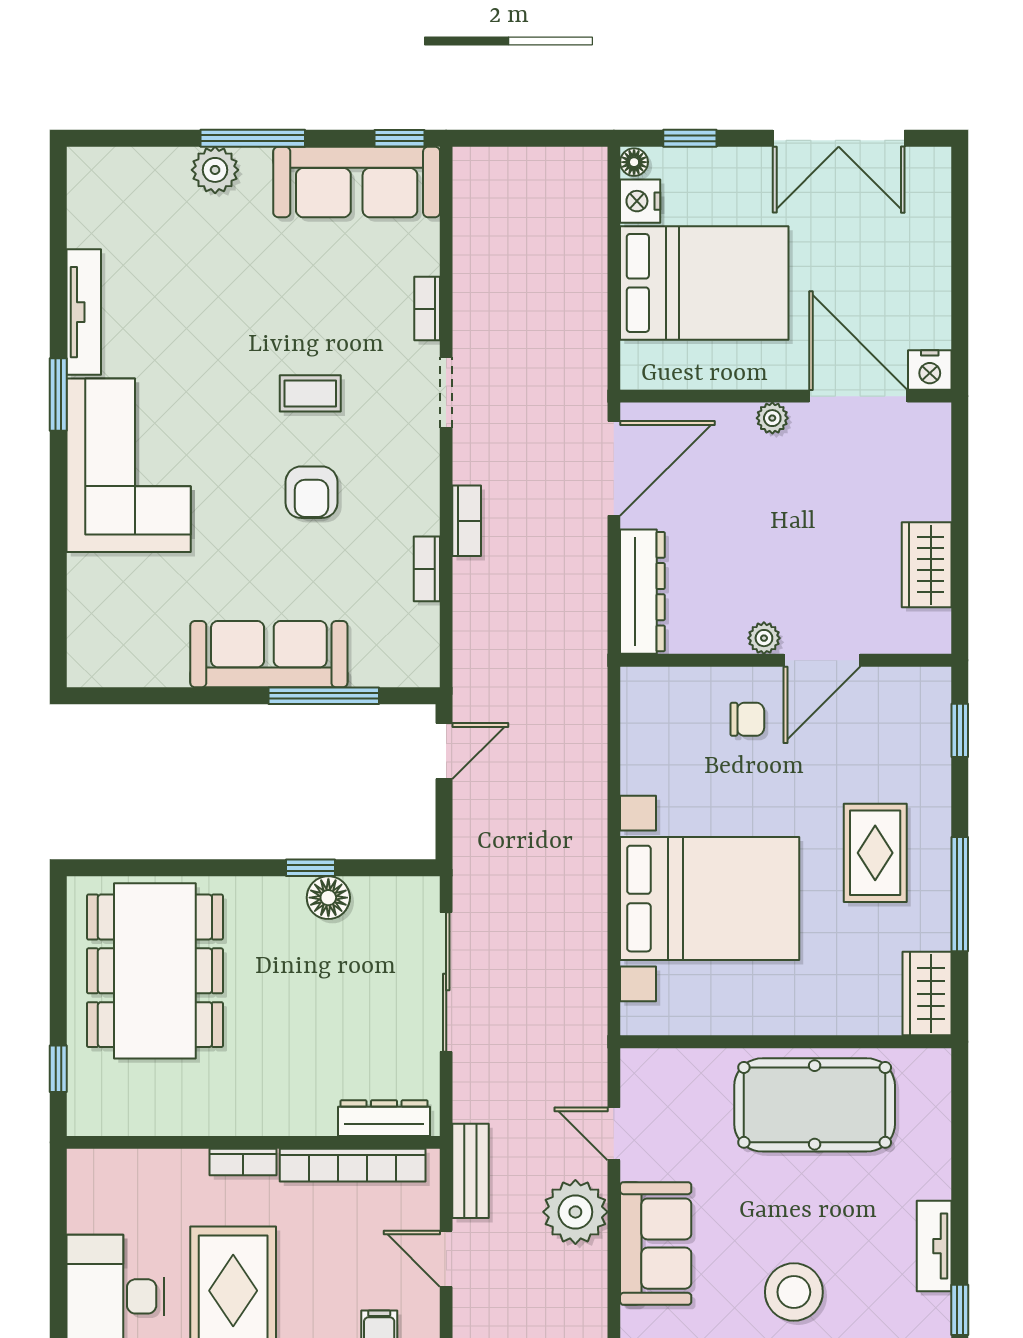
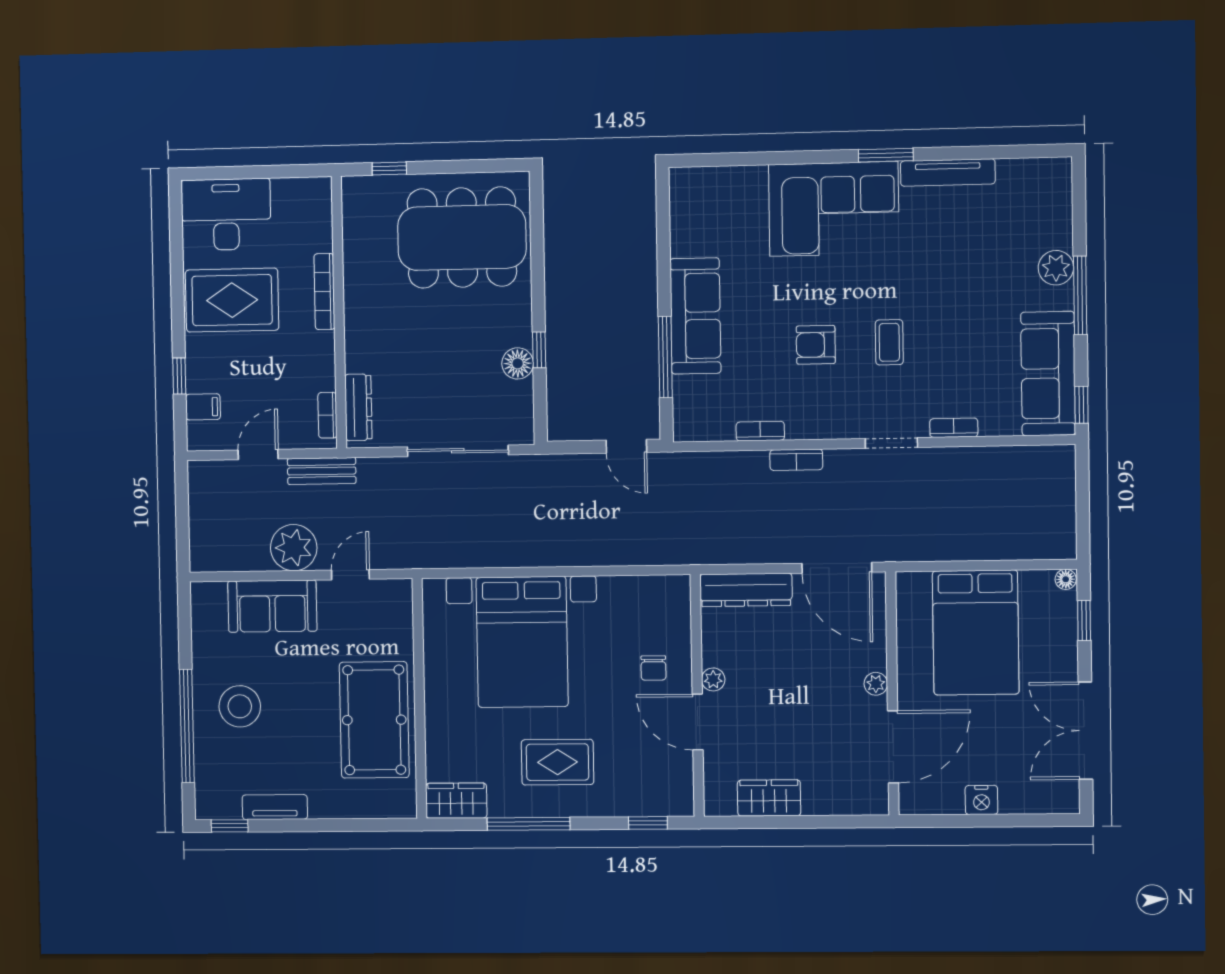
nightstand: (640, 201) -> (1036, 584), removed
nightstand: (930, 370) -> (981, 800), moved, turned -90
bookcase: (243, 1162) -> (324, 292), width x1.56
bookcase: (353, 1165) -> (327, 415), width x0.43, depth x0.76

